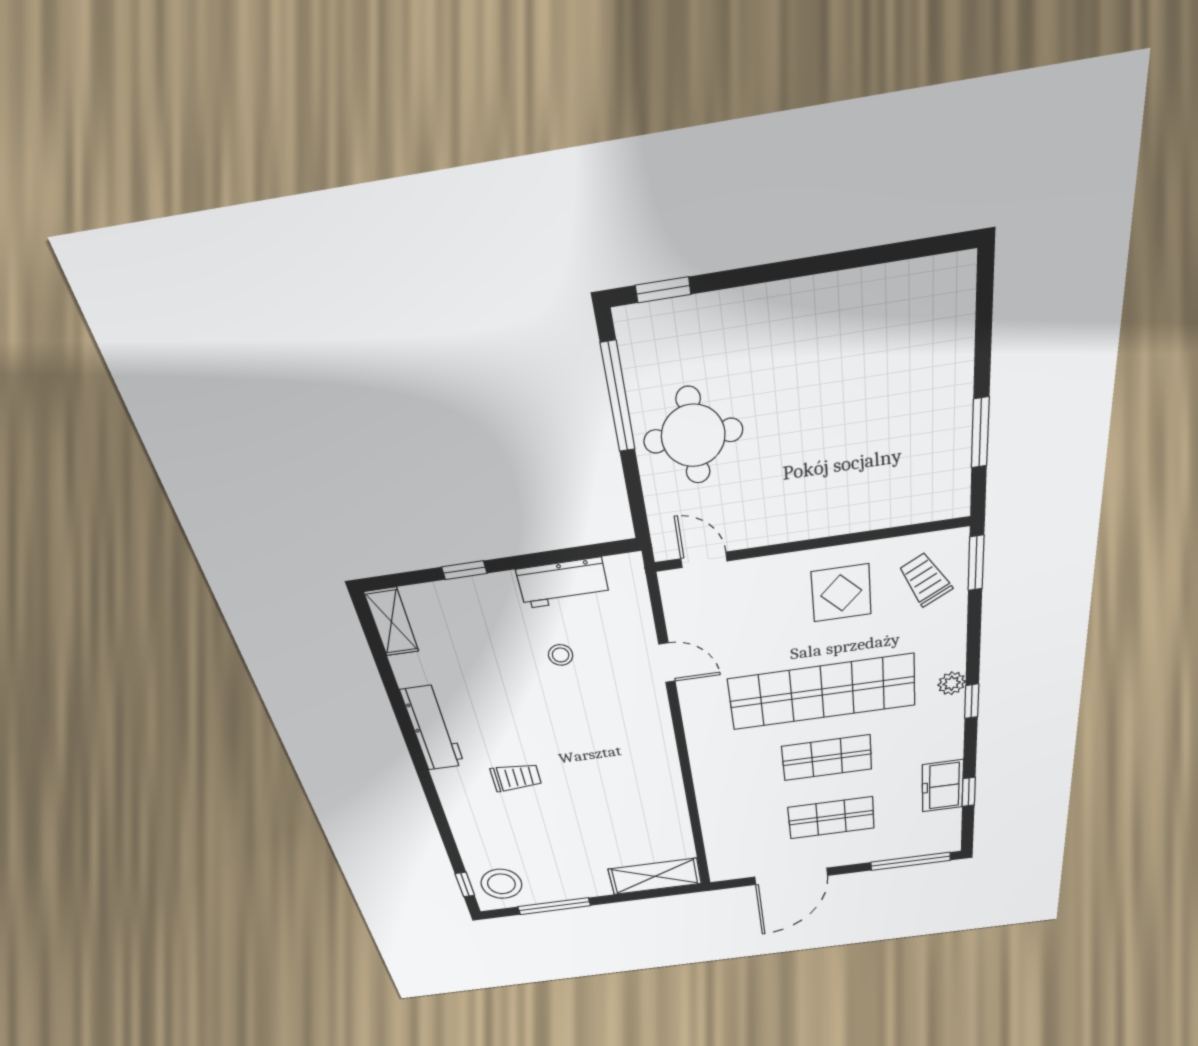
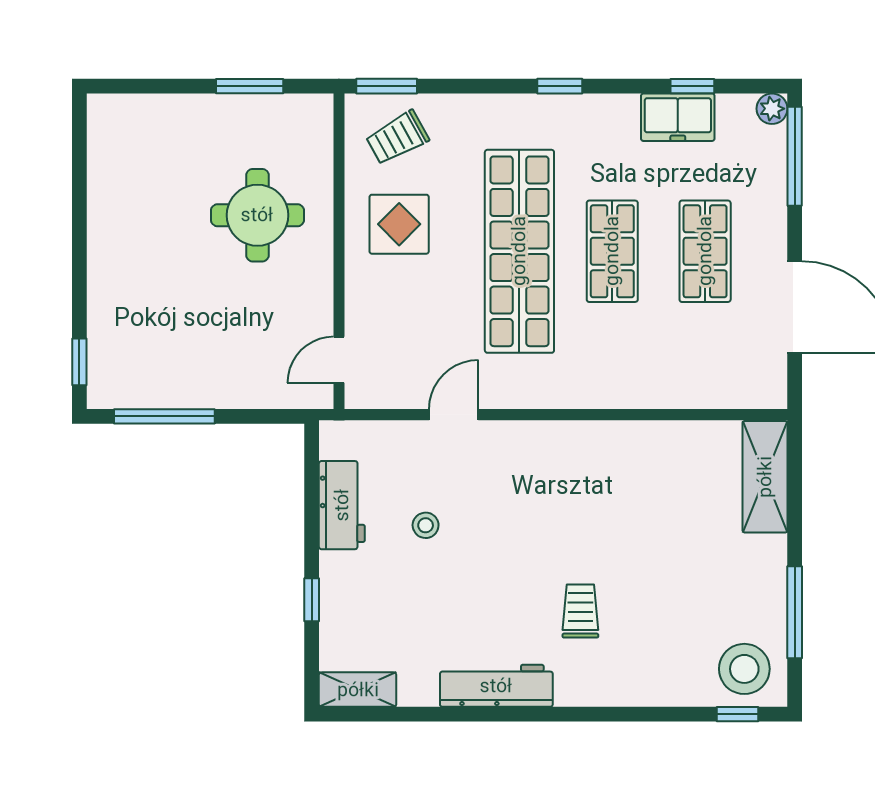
round table: (693, 436) -> (257, 215), moved
plant: (952, 683) -> (772, 109), moved

